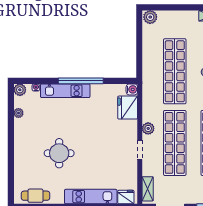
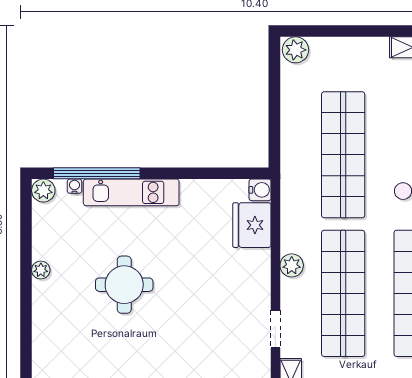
window: (81, 81) -> (97, 173), moved
plant: (18, 113) -> (41, 270), moved
doorway: (140, 150) -> (275, 329), moved
round table: (59, 153) -> (124, 285), moved

